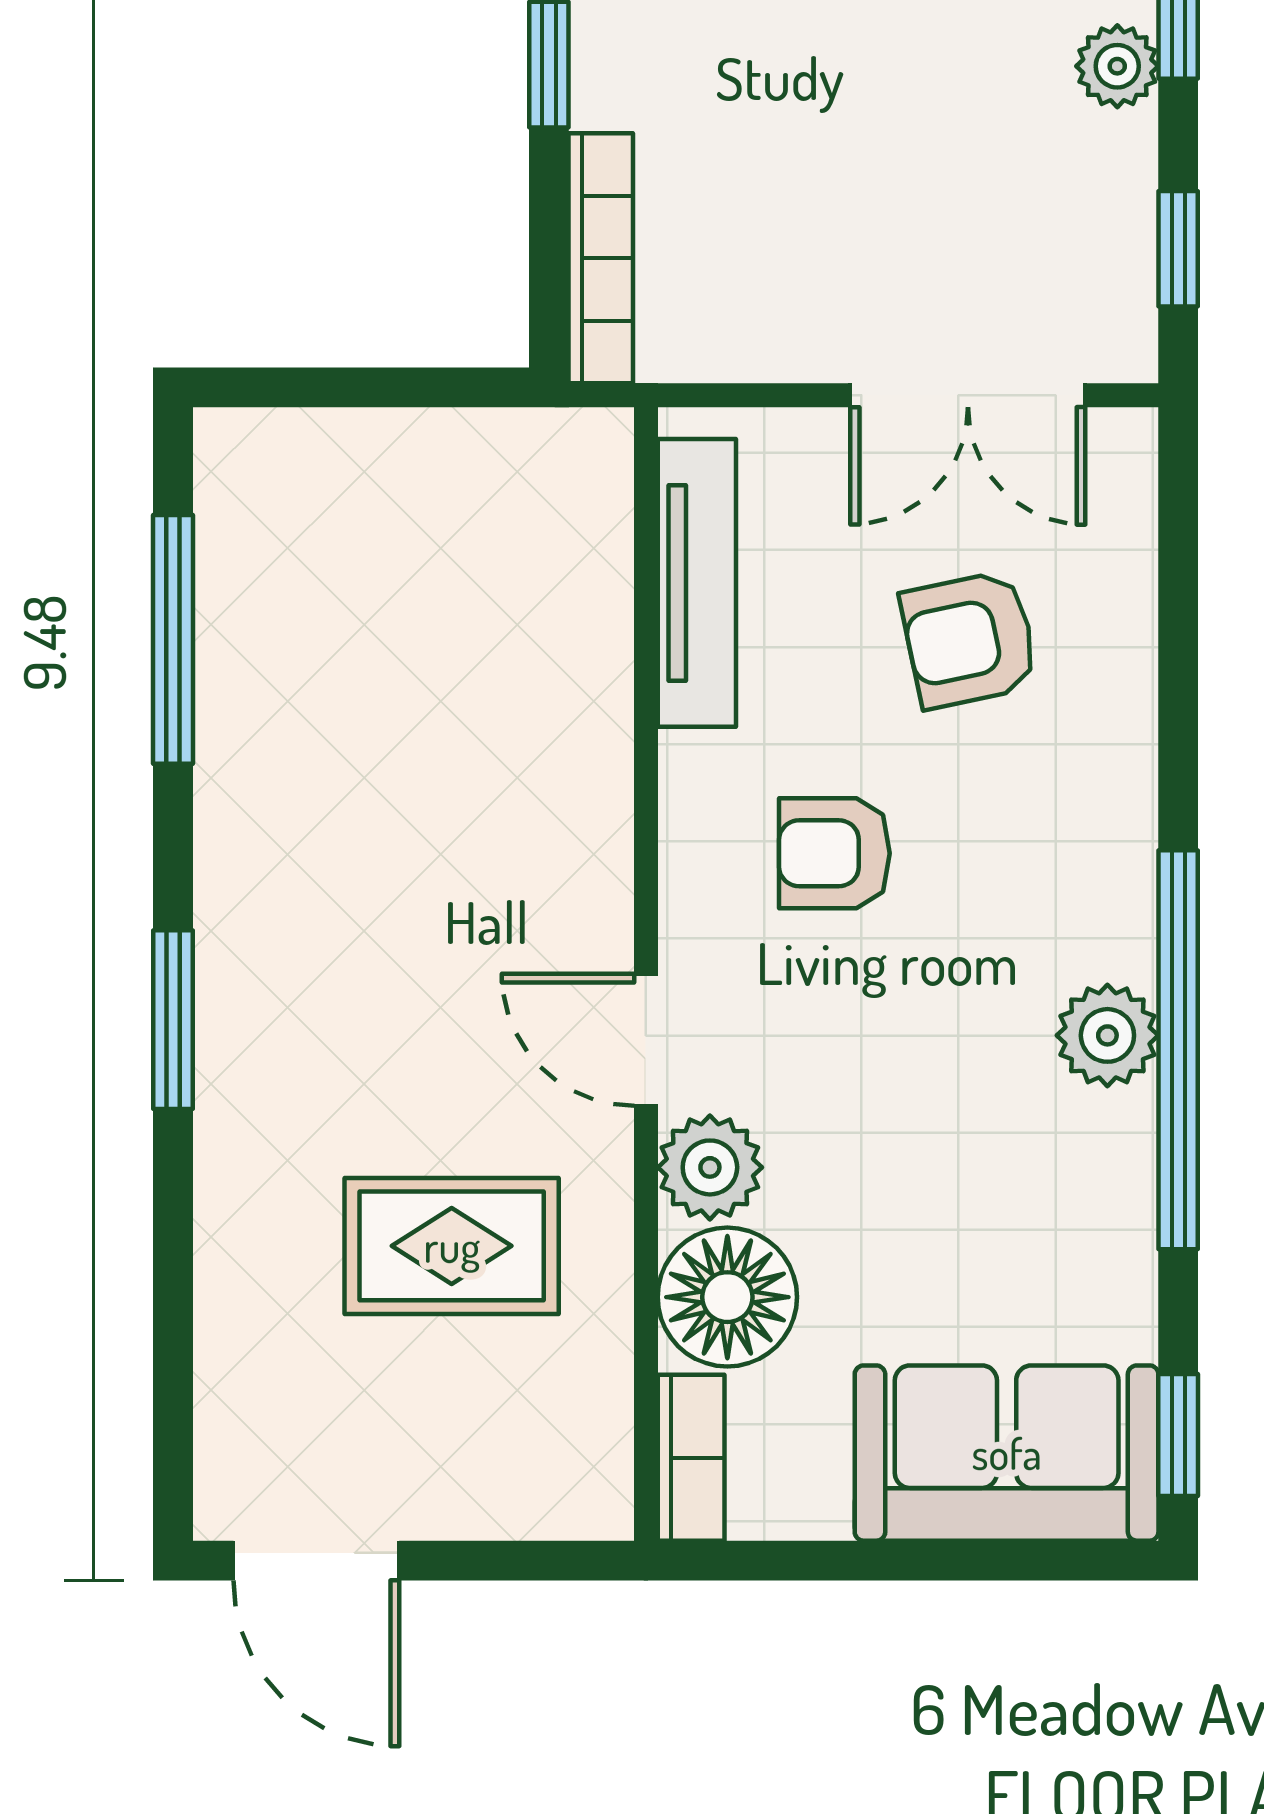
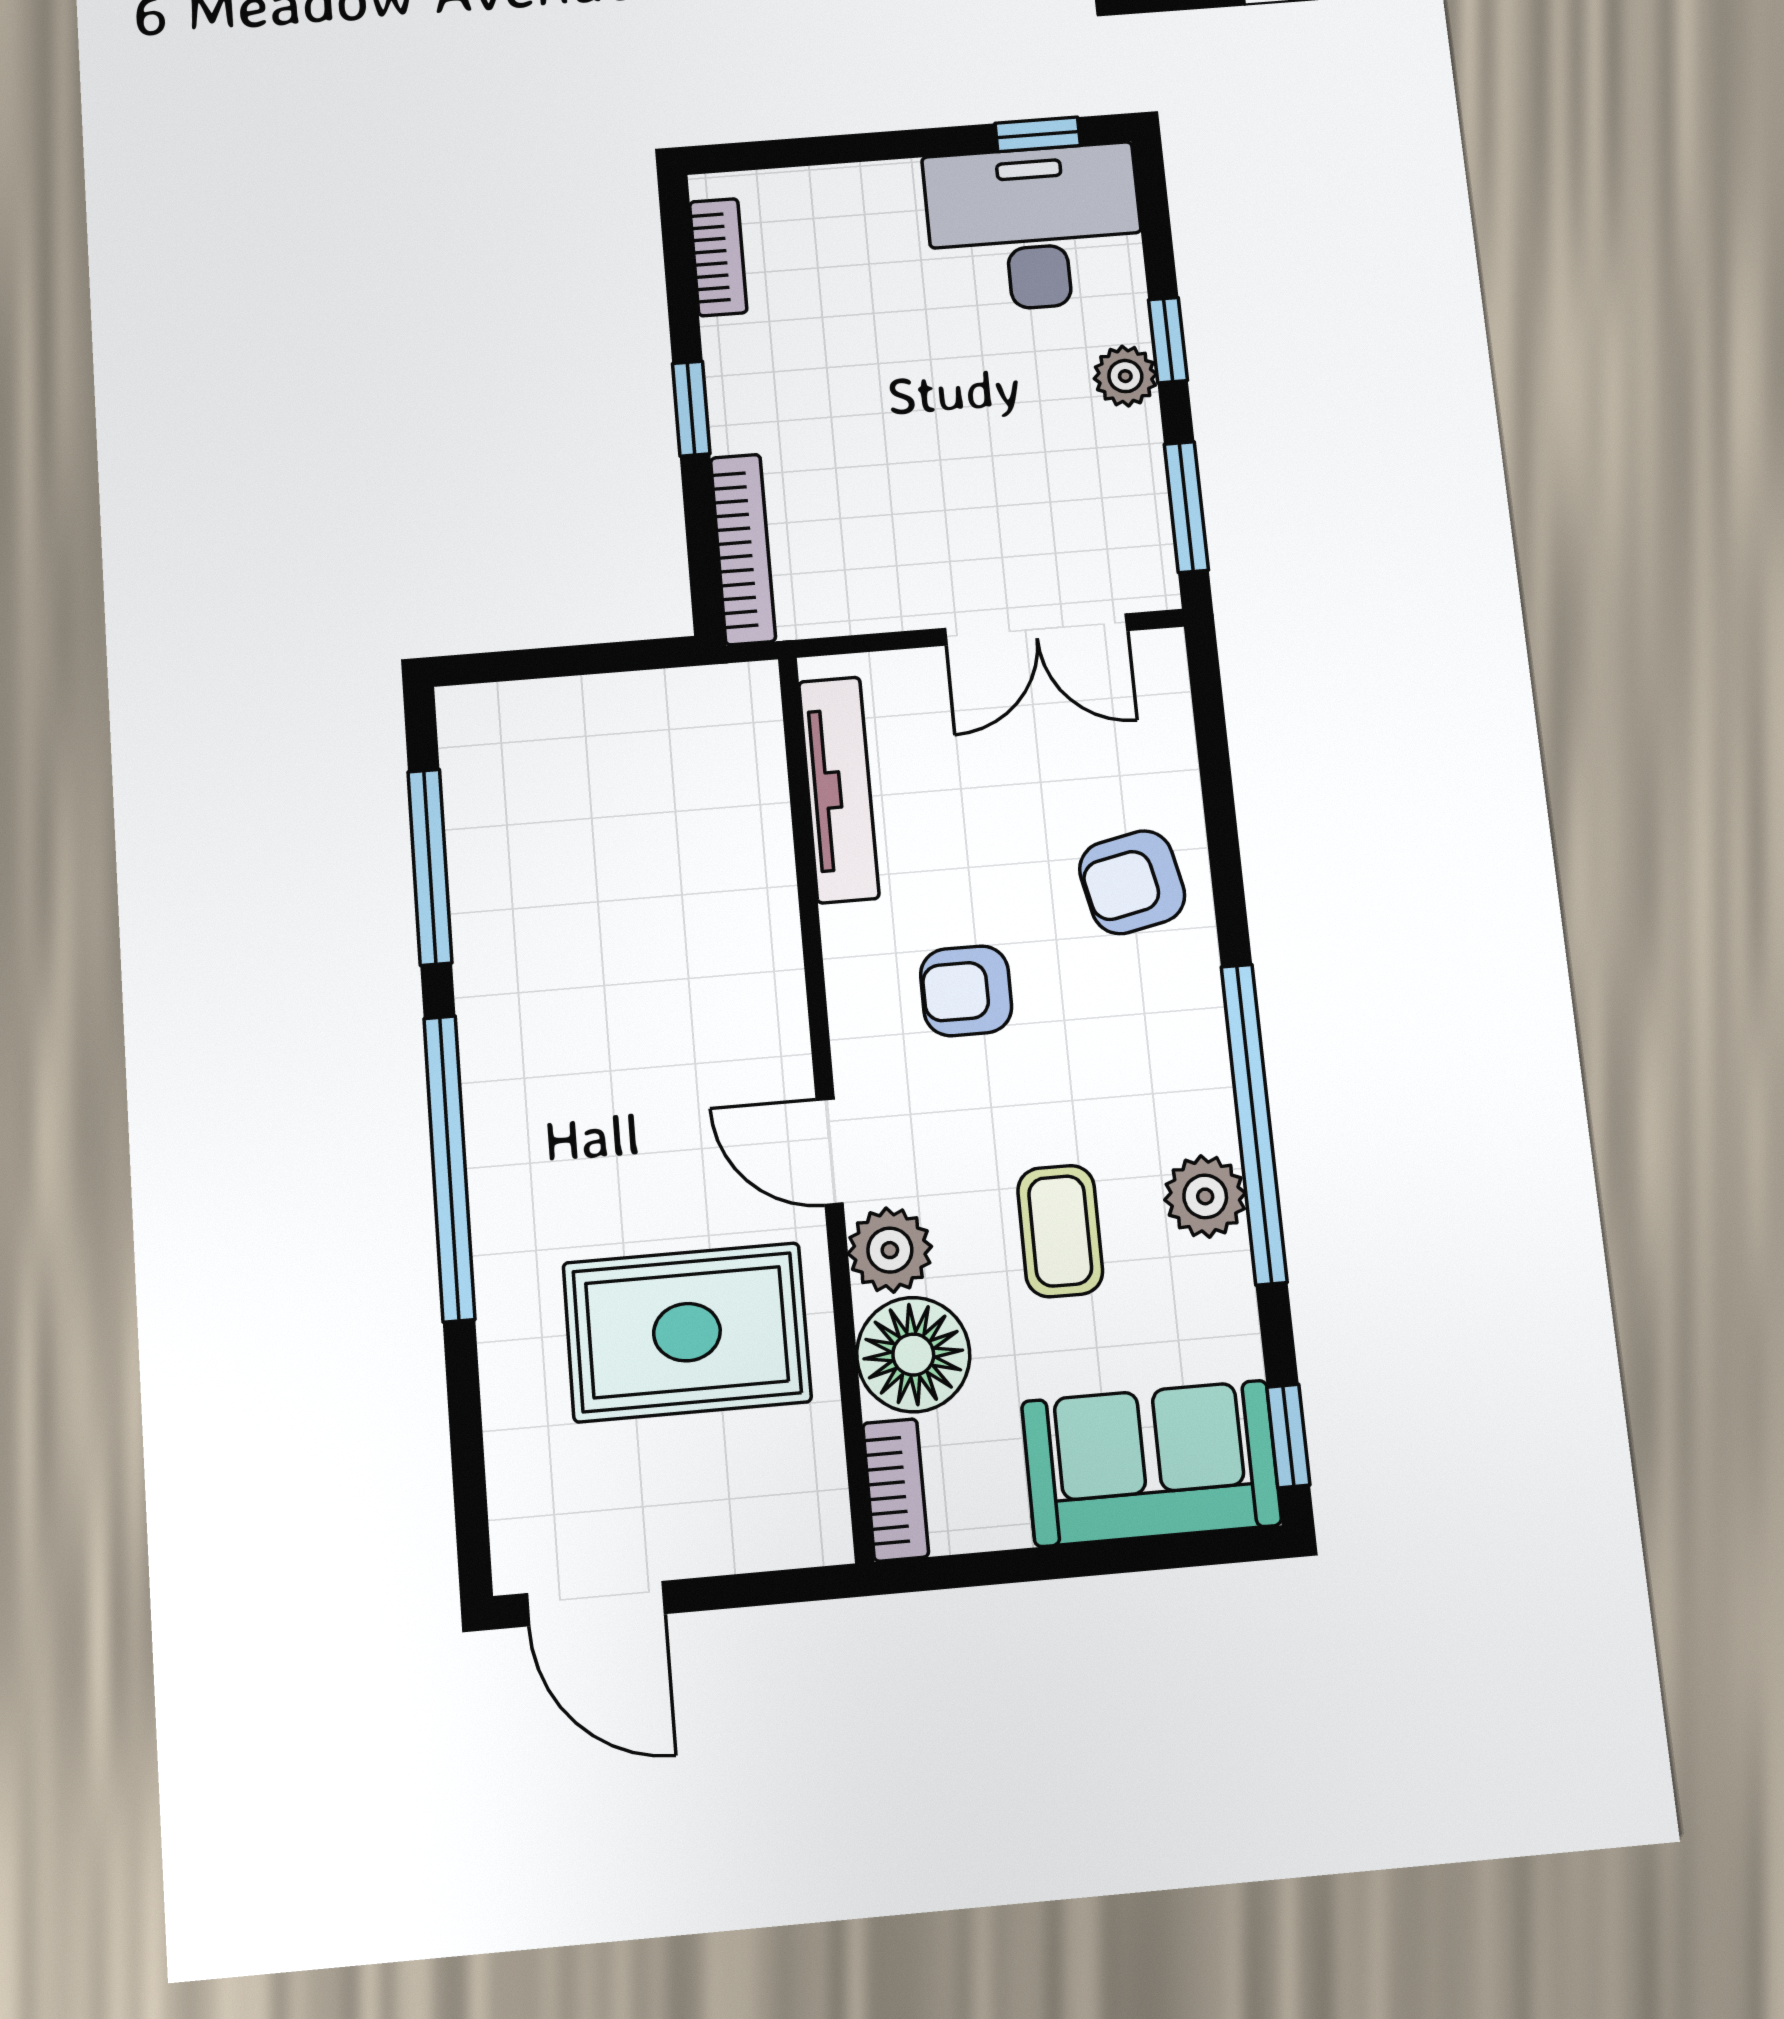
window: (1178, 249) -> (1186, 507), width x1.50
armchair: (970, 639) -> (1132, 882), moved
window: (173, 1020) -> (449, 1168), width x2.11
plant: (1107, 1035) -> (1205, 1196), moved
coffee table: (923, 1162) -> (1060, 1231), added
rug: (452, 1246) -> (687, 1332), width x1.36, depth x1.43

